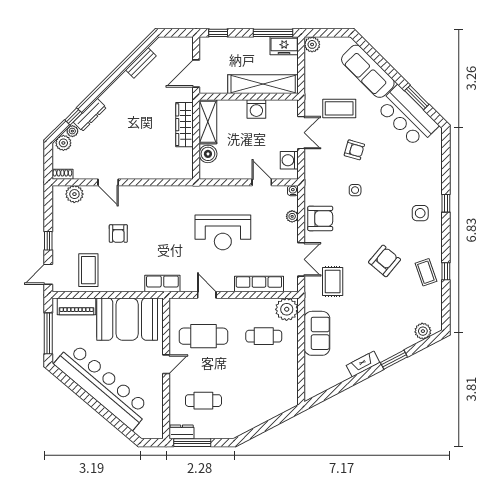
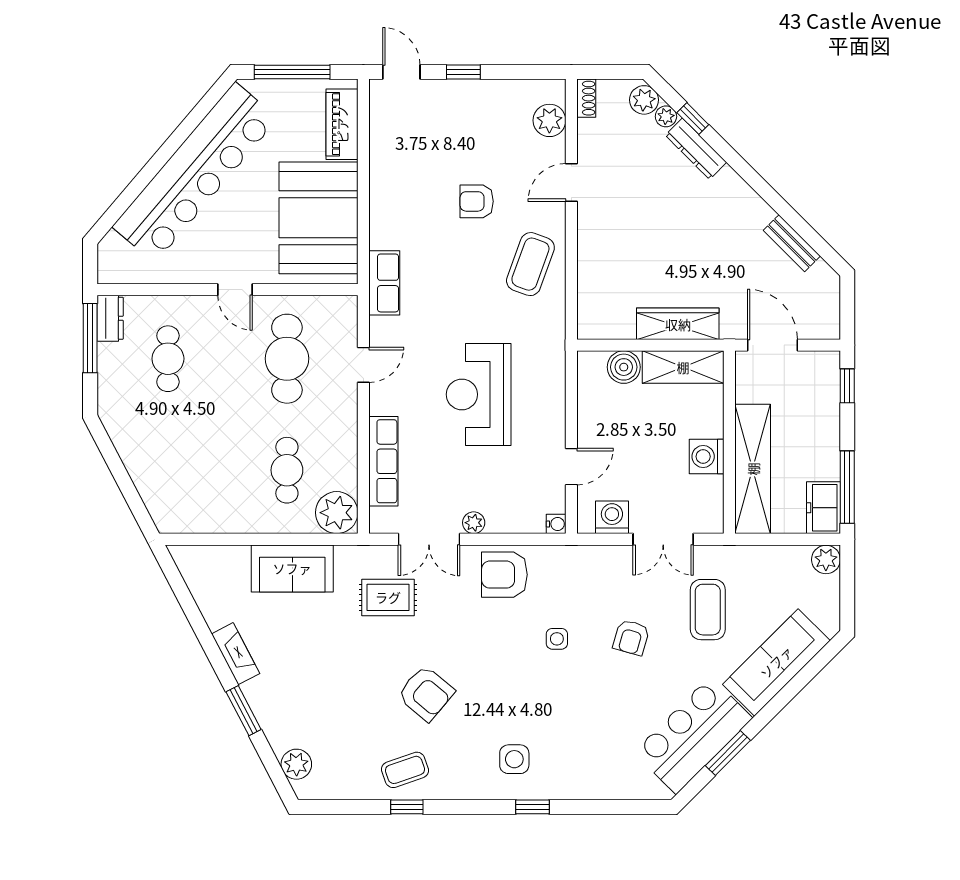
plant: (292, 216) -> (474, 523), moved
armchair: (320, 218) -> (504, 575), turned 90
coffee table: (88, 270) -> (530, 264), moved, turned -70

